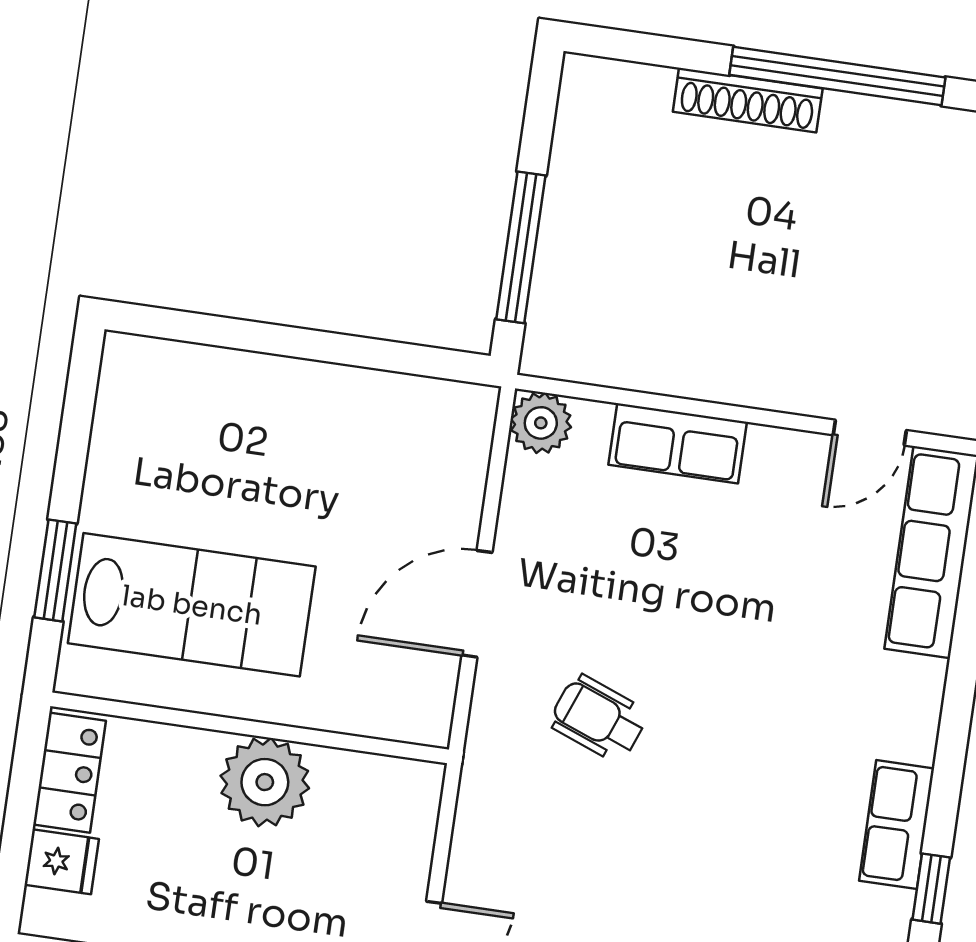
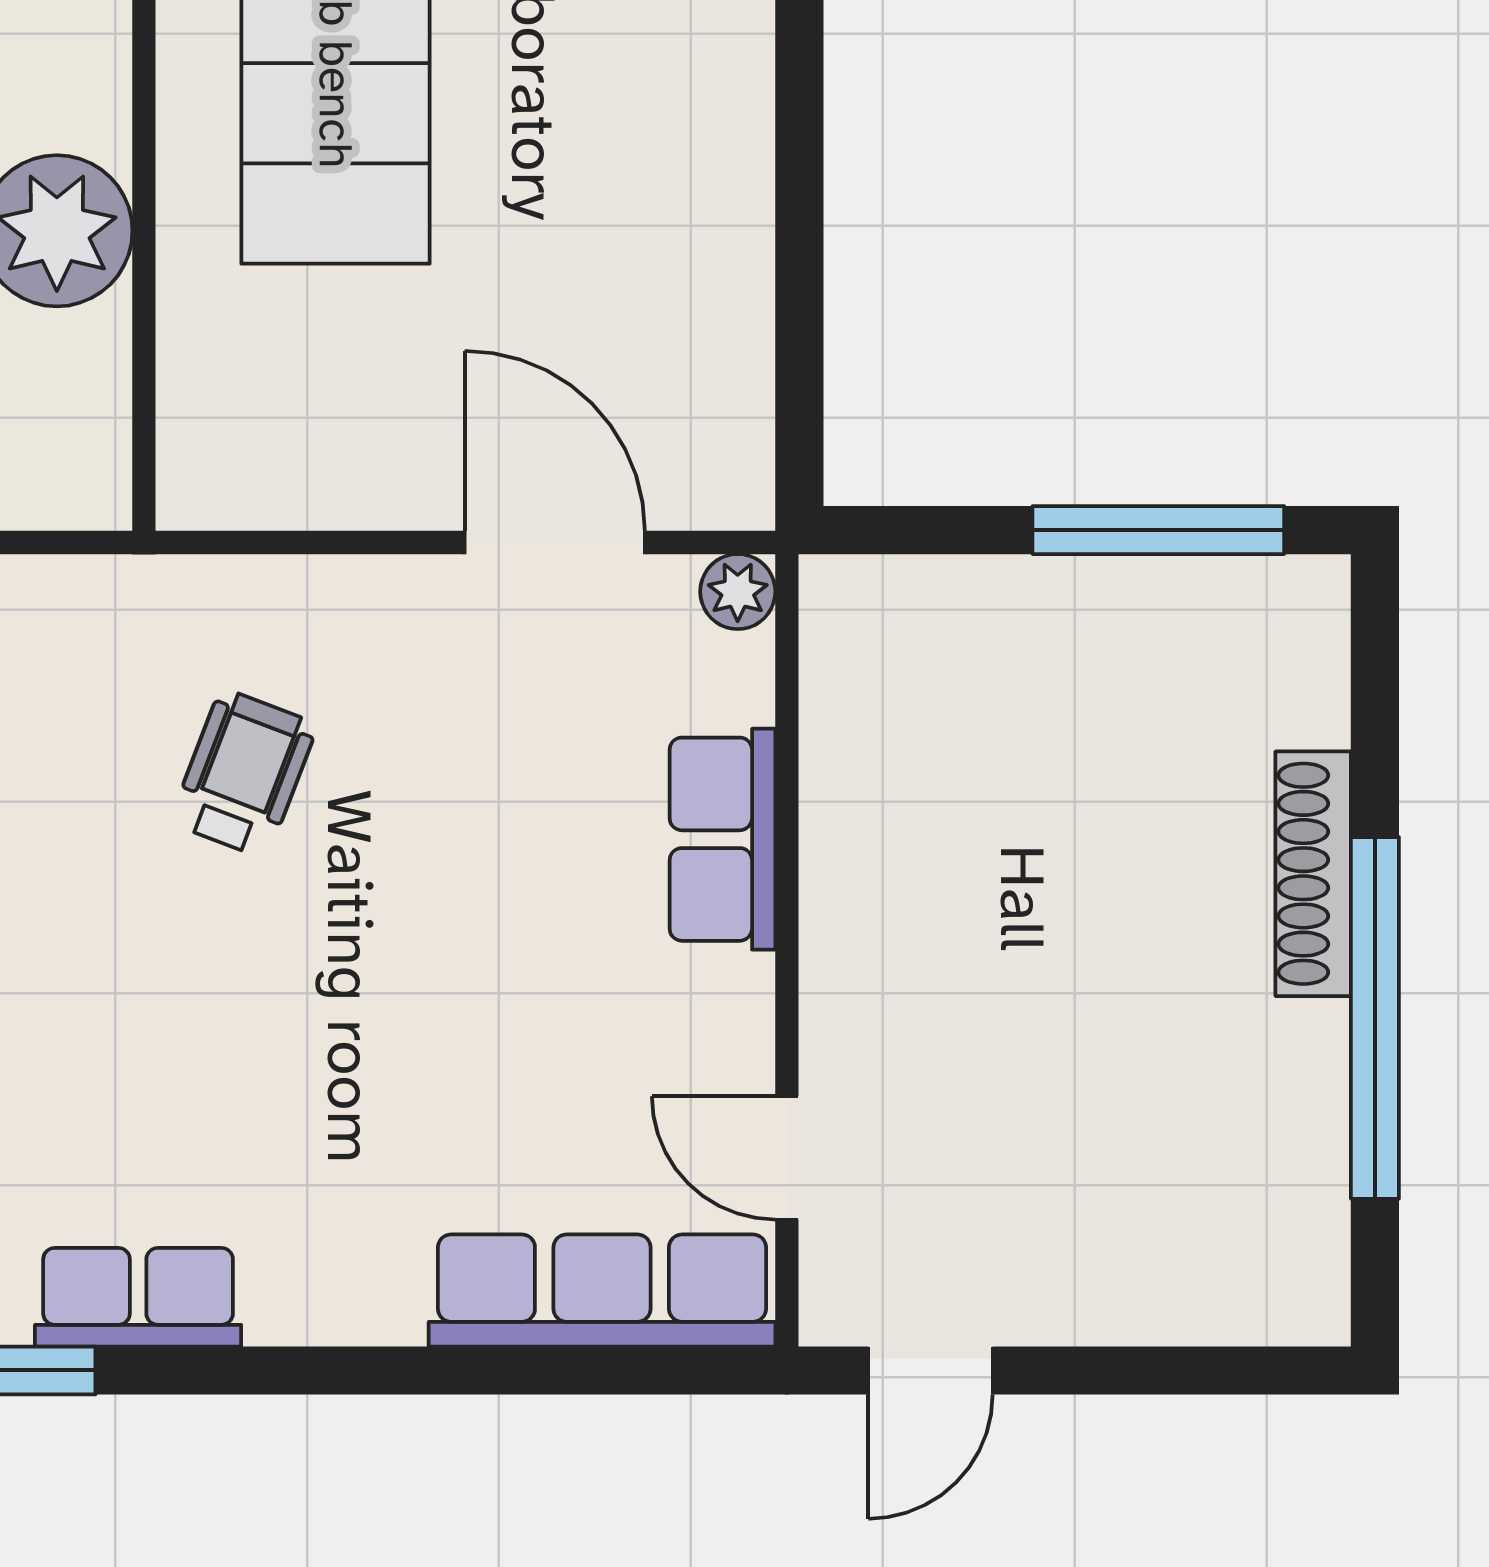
window: (521, 247) -> (1158, 530), moved
plant: (541, 423) -> (738, 592), width x0.73, depth x0.73
door: (477, 604) -> (555, 542), moved

